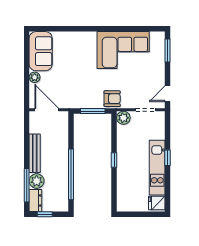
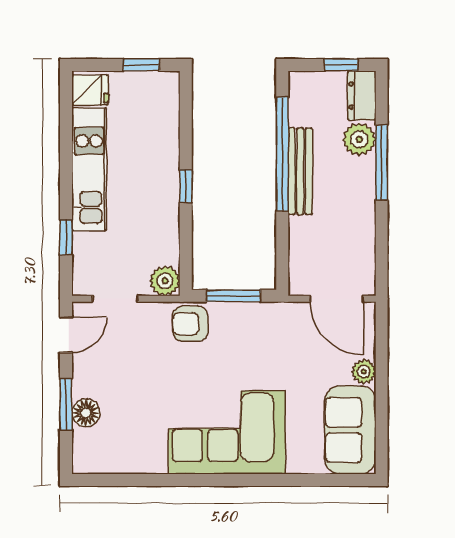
corner sofa: (123, 50) -> (227, 433), moved
window: (168, 51) -> (66, 404), moved
floor lamp: (159, 59) -> (86, 413), added
bench: (35, 153) -> (300, 171), moved
window: (168, 158) -> (66, 237), moved
window: (27, 185) -> (382, 162), moved
window: (134, 214) -> (141, 65), added

